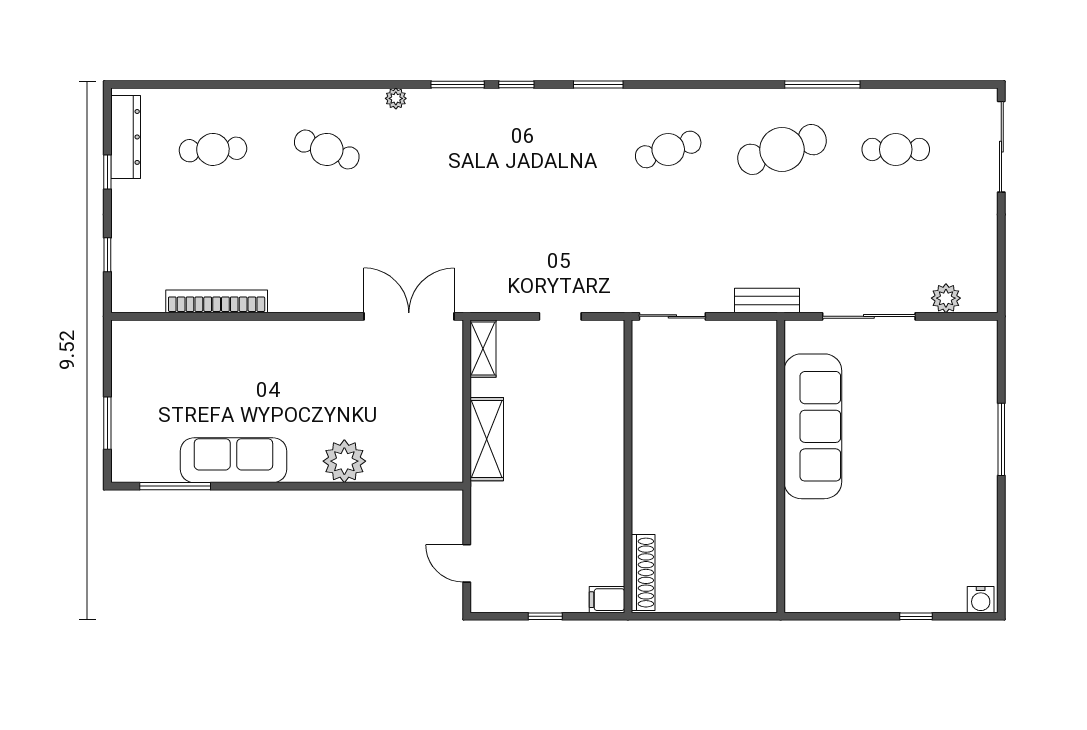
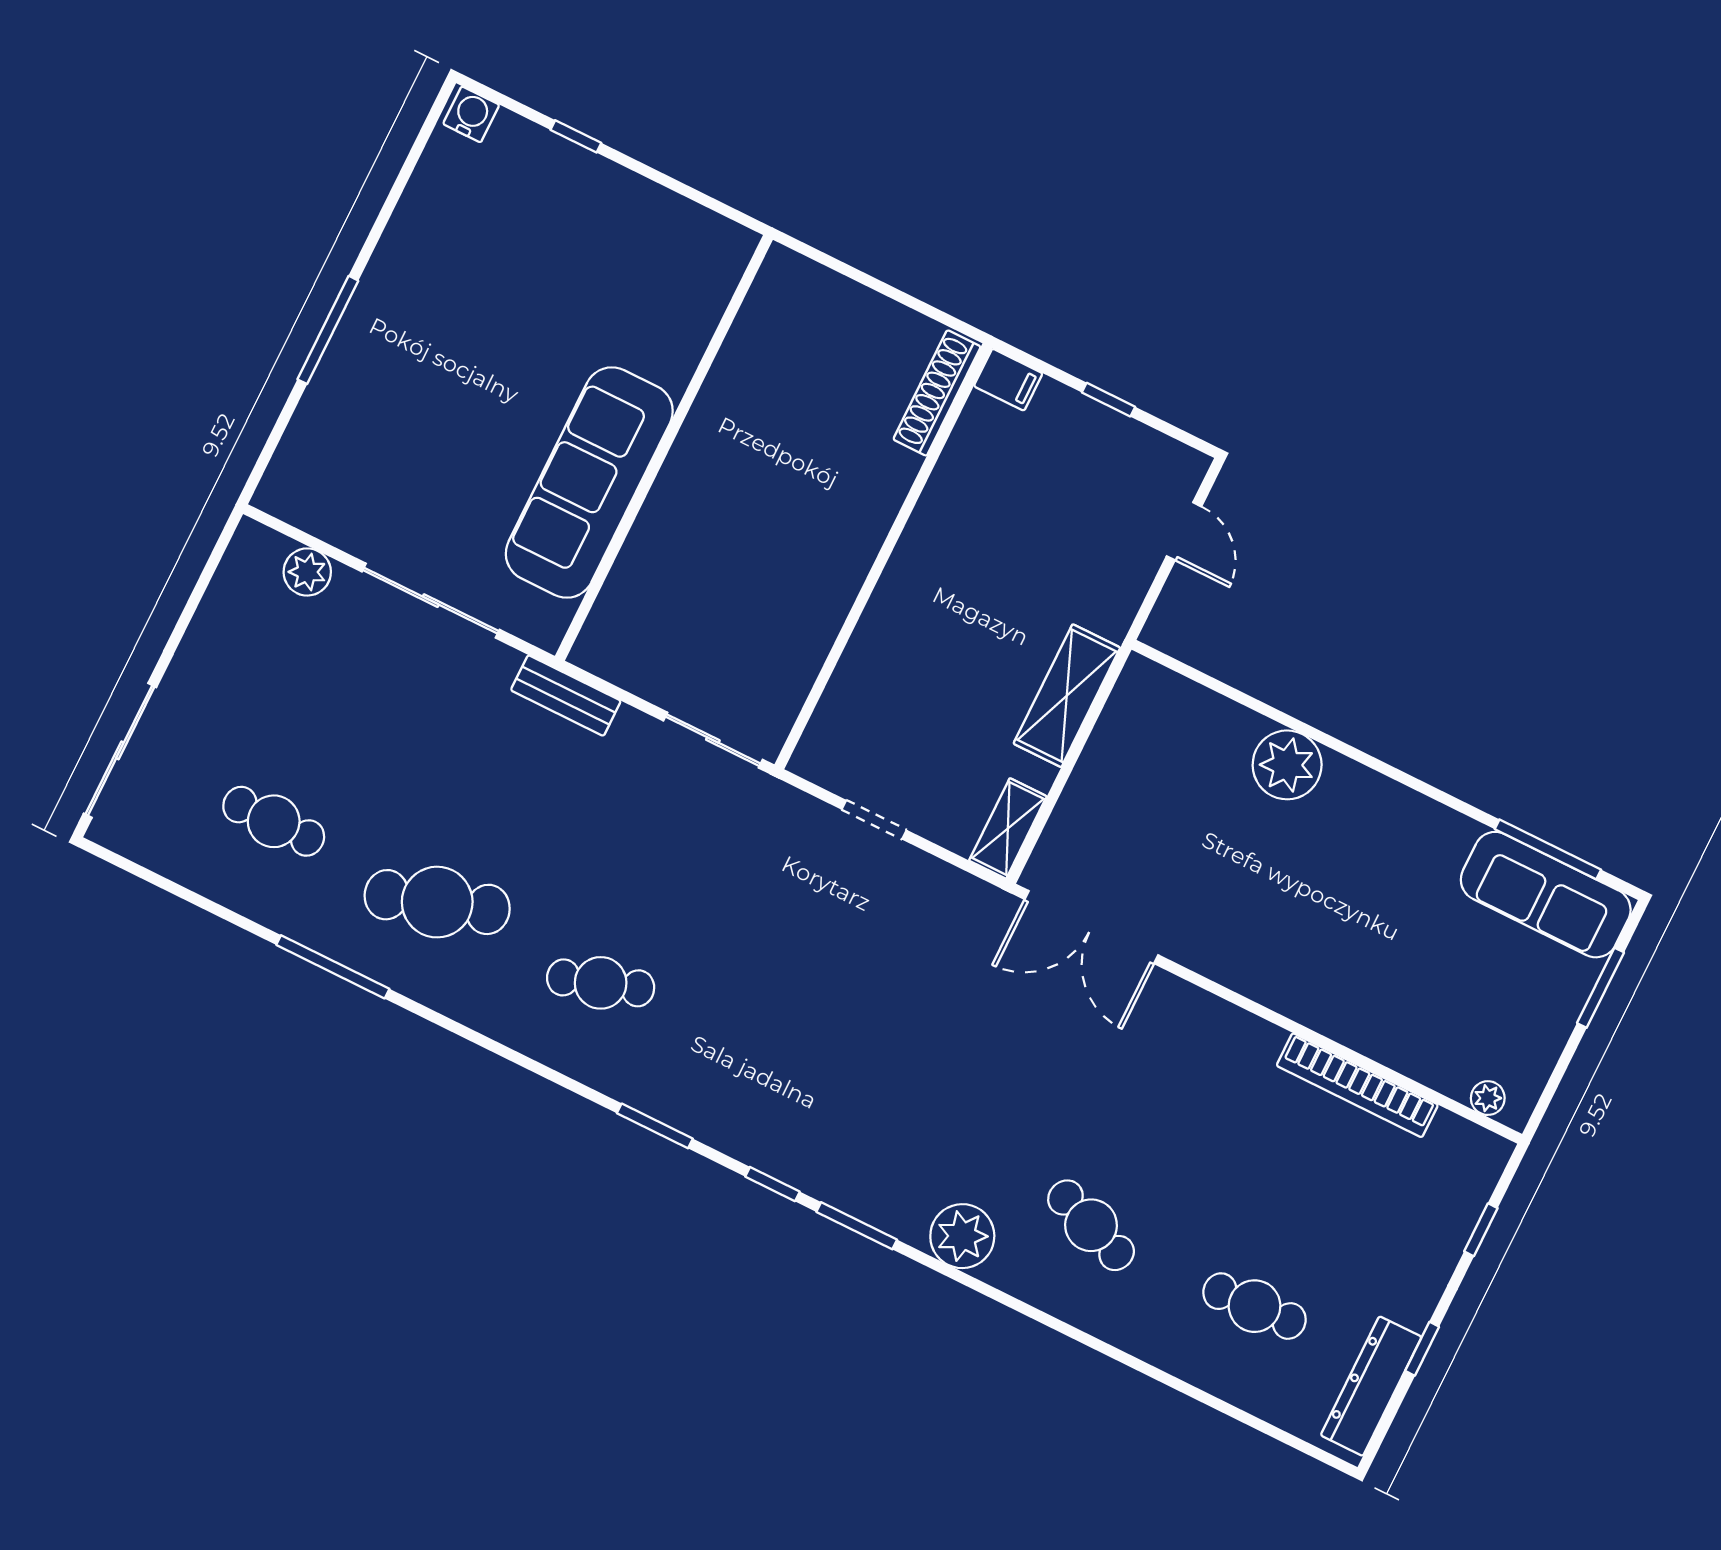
plant: (396, 98) -> (962, 1236), width x1.88, depth x1.88
plant: (140, 330) -> (1488, 1098), added
sofa: (233, 460) -> (1546, 895), moved

